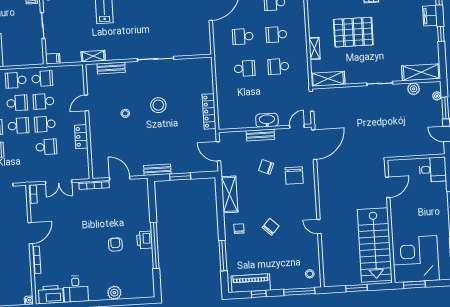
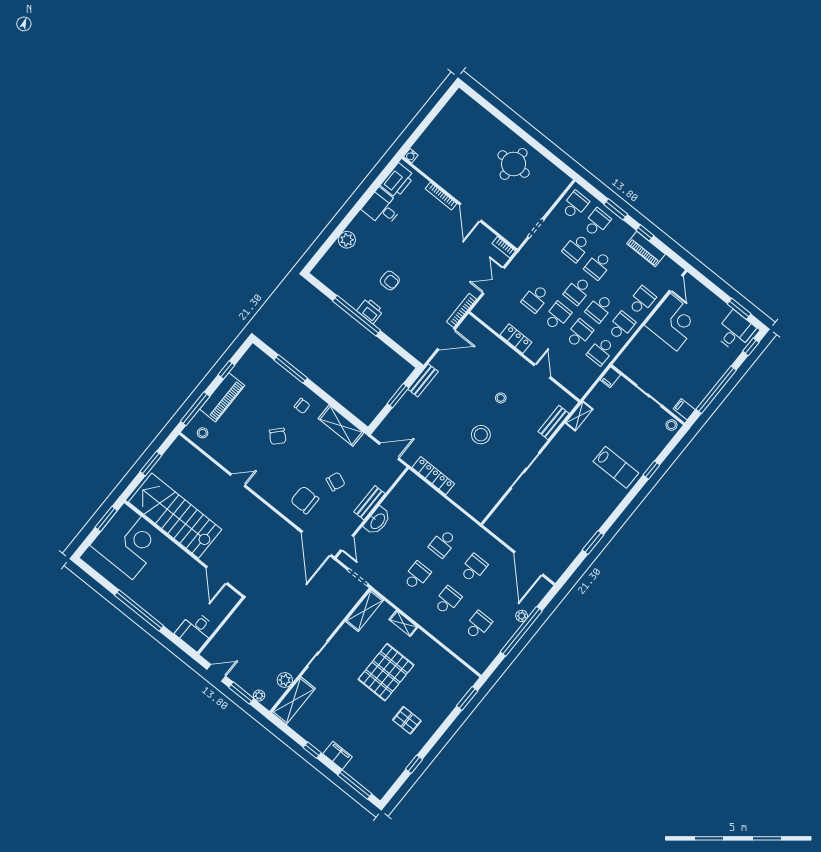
piano: (251, 283) -> (222, 397), moved

